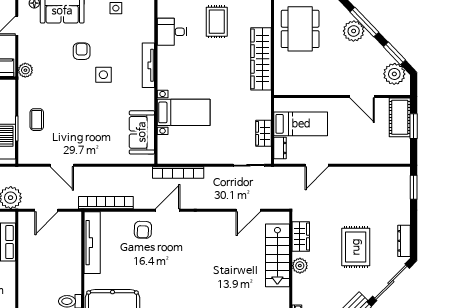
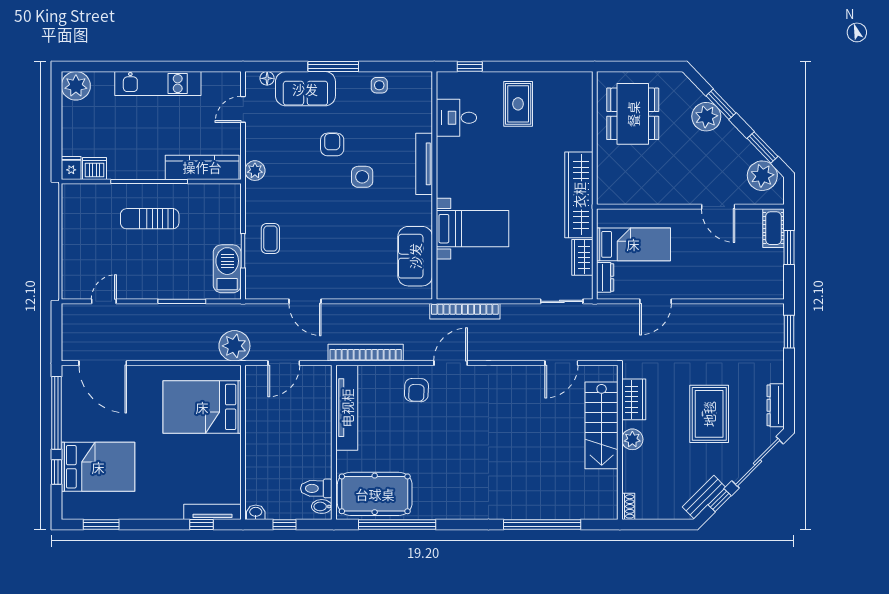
window: (364, 22) -> (721, 104), width x0.69
wardrobe: (261, 59) -> (579, 195), moved
cot: (400, 117) -> (773, 228), width x0.73, depth x0.75

